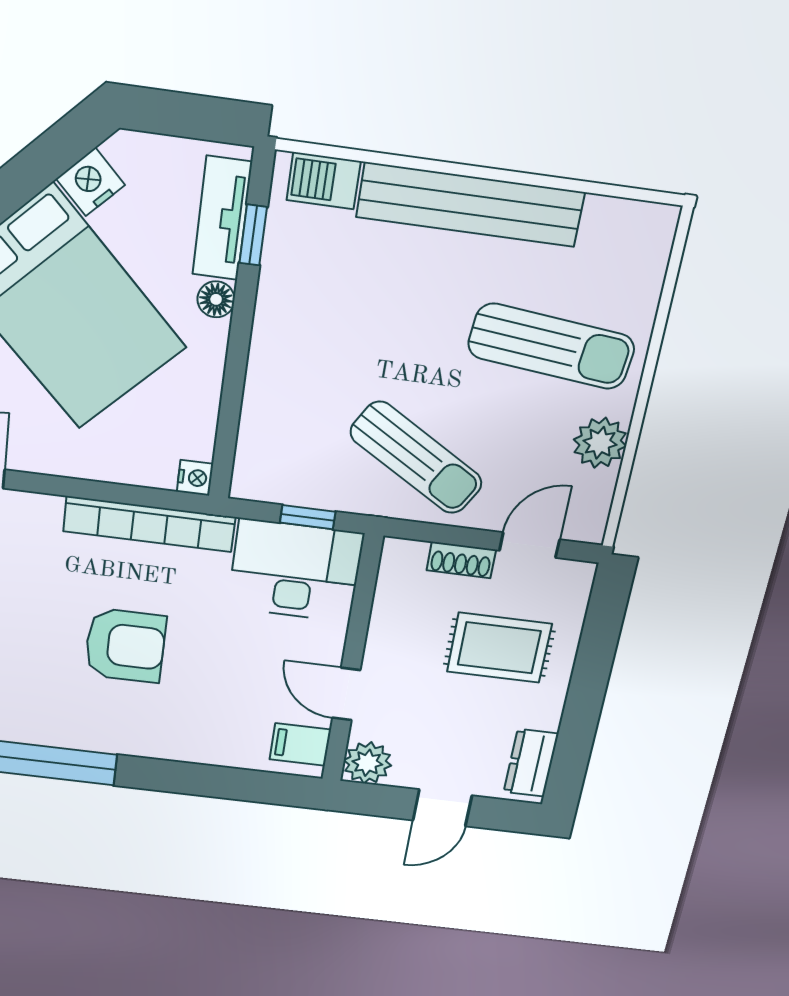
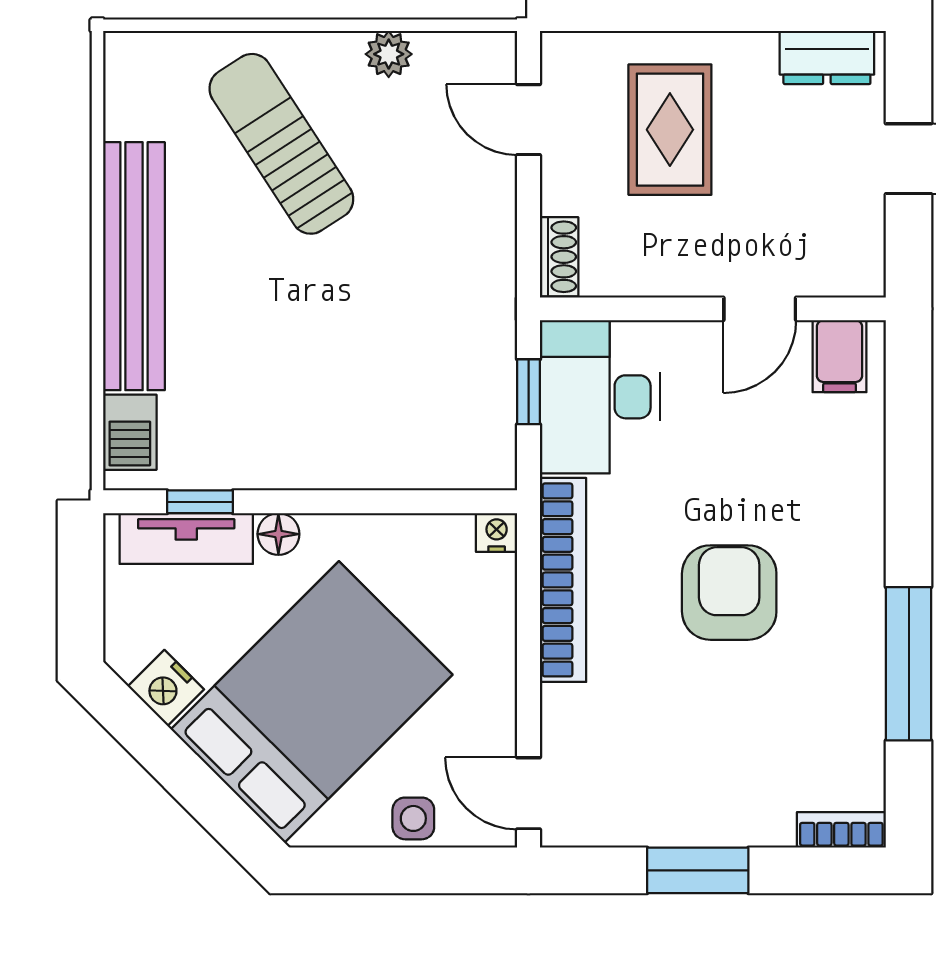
sun lounger: (551, 346) -> (281, 144), turned -39
plant: (600, 443) -> (389, 54), width x0.73, depth x0.73
sun lounger: (416, 458) -> (436, 275), removed
shoe rack: (461, 560) -> (559, 257), moved
plant: (367, 763) -> (855, 266), removed

